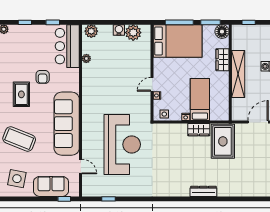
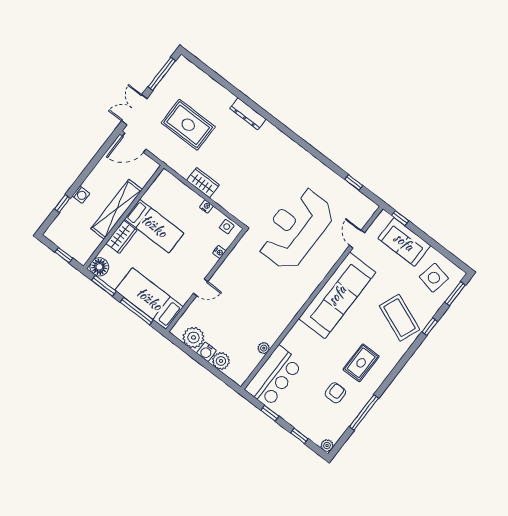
plant: (91, 31) -> (221, 361), moved
bed: (178, 41) -> (149, 299), width x0.67
armchair: (43, 77) -> (335, 393), moved
door: (152, 84) -> (200, 287), moved
bed: (200, 99) -> (154, 226), moved, turned -90
rug: (223, 141) -> (188, 125), moved, turned 90

